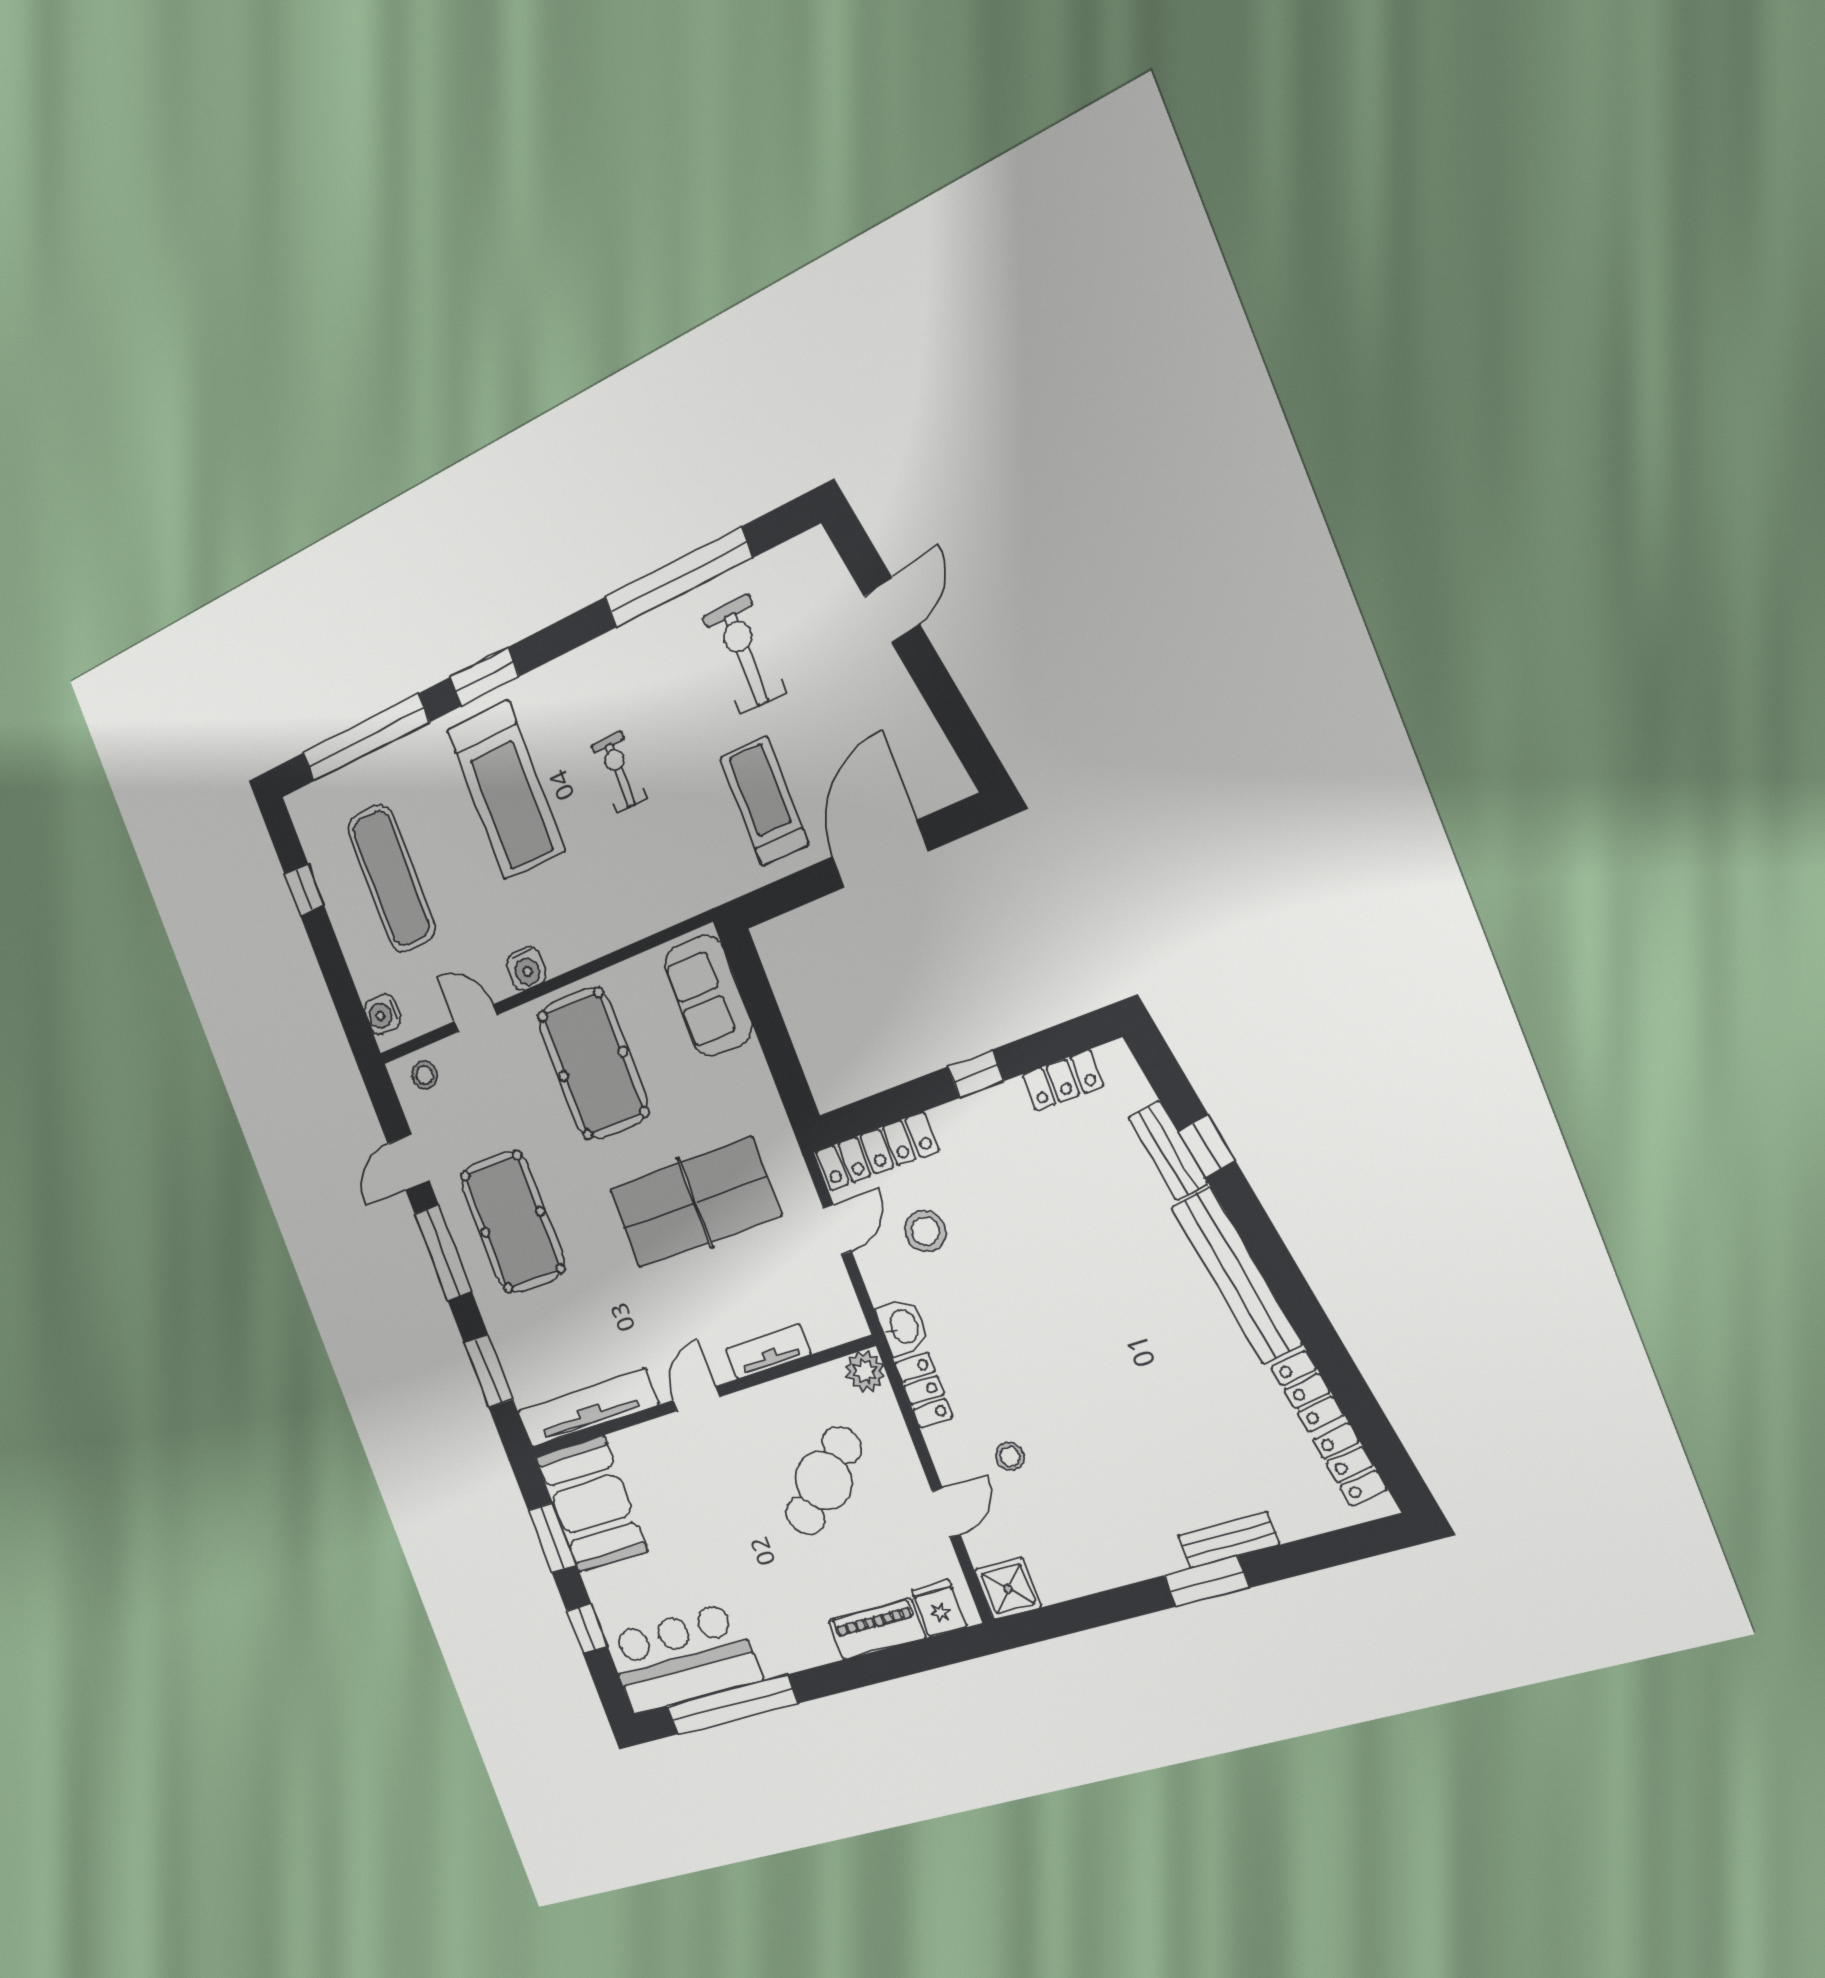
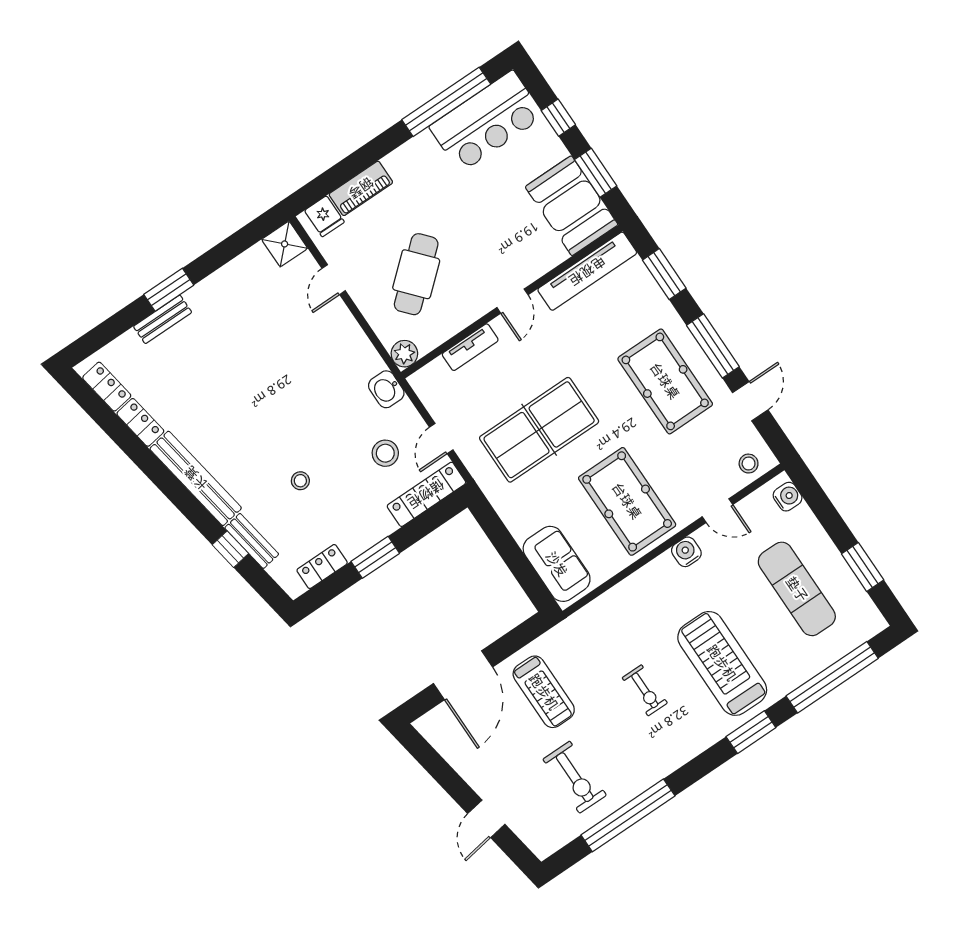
window: (304, 890) -> (863, 567), width x1.50
window: (976, 1074) -> (375, 557), width x1.50
locker: (924, 1390) -> (364, 353), removed
stool: (1010, 1456) -> (300, 481), moved

